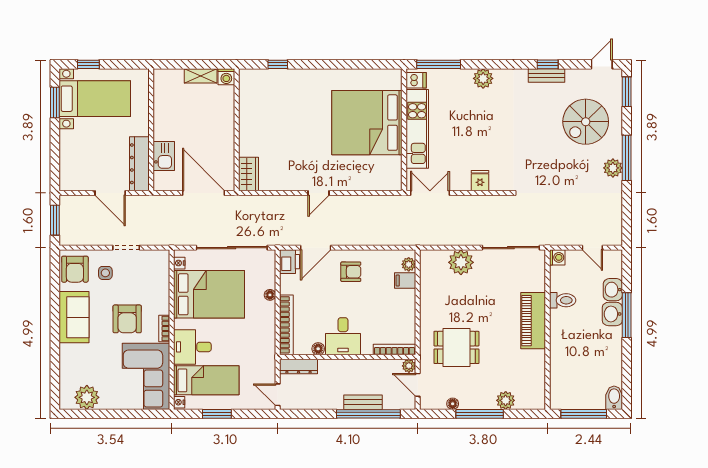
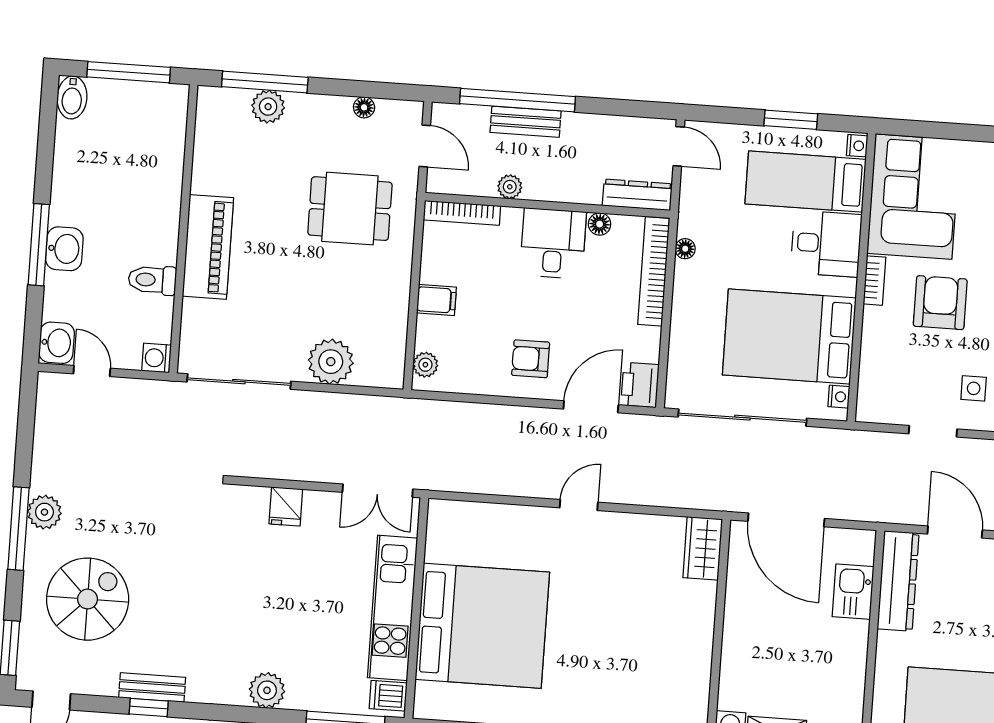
filing cabinet: (405, 281) -> (436, 300), moved
washbasin: (613, 290) -> (57, 343), moved
floor lamp: (270, 295) -> (685, 249), moved
plant: (409, 366) -> (510, 187), moved
window: (480, 414) -> (265, 82), moved

